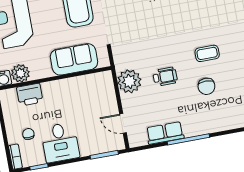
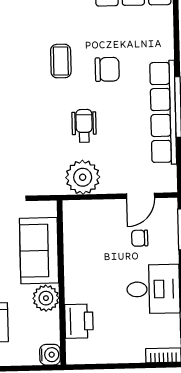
plant: (20, 73) -> (46, 298), moved
row of seats: (165, 133) -> (163, 112), width x2.02
chair: (28, 134) -> (140, 238), moved

